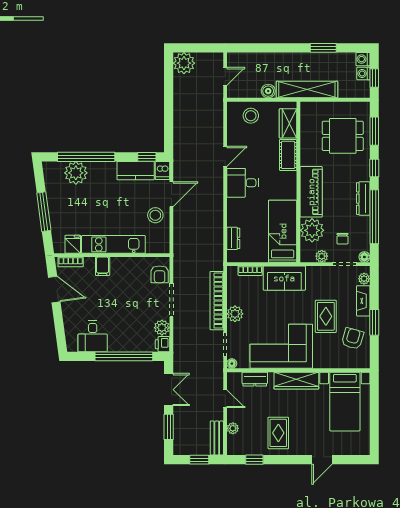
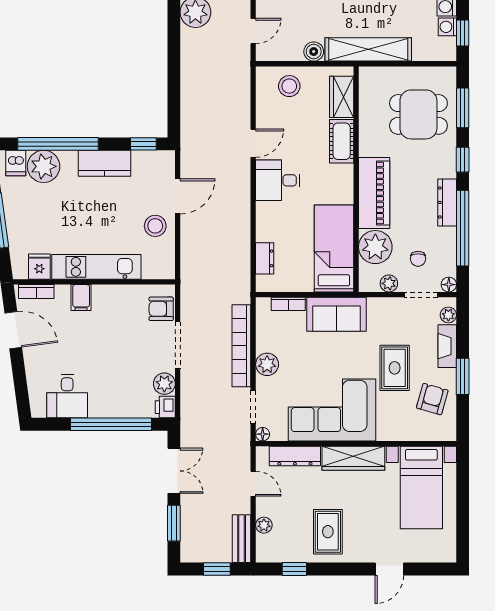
dishwasher: (162, 170) -> (16, 163), moved
kitchen counter: (136, 171) -> (105, 163), moved
armchair: (160, 274) -> (161, 309), turned 90
dresser: (255, 379) -> (295, 456), width x1.44

